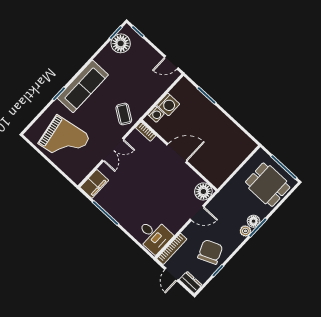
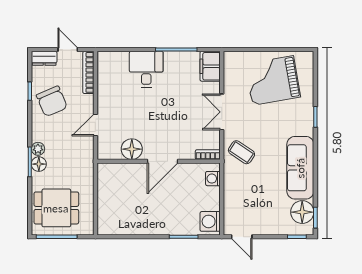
door: (171, 63) -> (242, 237), swing flipped
sofa: (83, 86) -> (300, 168), moved
washing machine: (168, 104) -> (210, 221), moved
floor lamp: (203, 191) -> (132, 149), moved
desk: (154, 236) -> (146, 69), moved, turned 90

